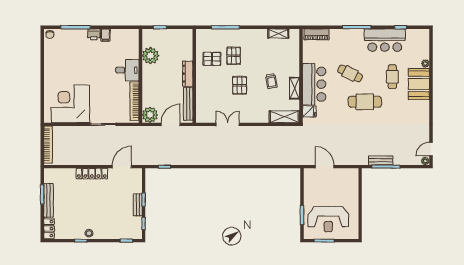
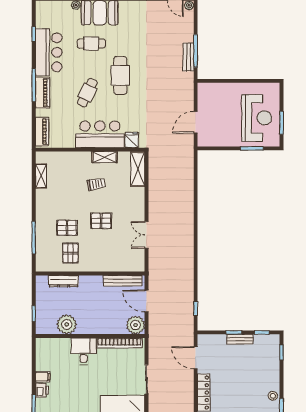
piano: (350, 35) -> (43, 93), added
dresser: (188, 74) -> (64, 281), moved

